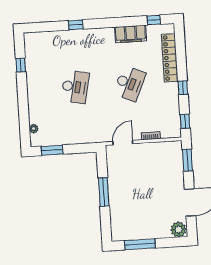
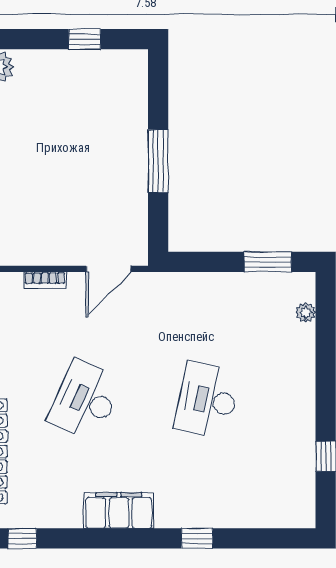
filing cabinet: (131, 34) -> (119, 510), moved
window: (140, 244) -> (85, 39), width x0.46

